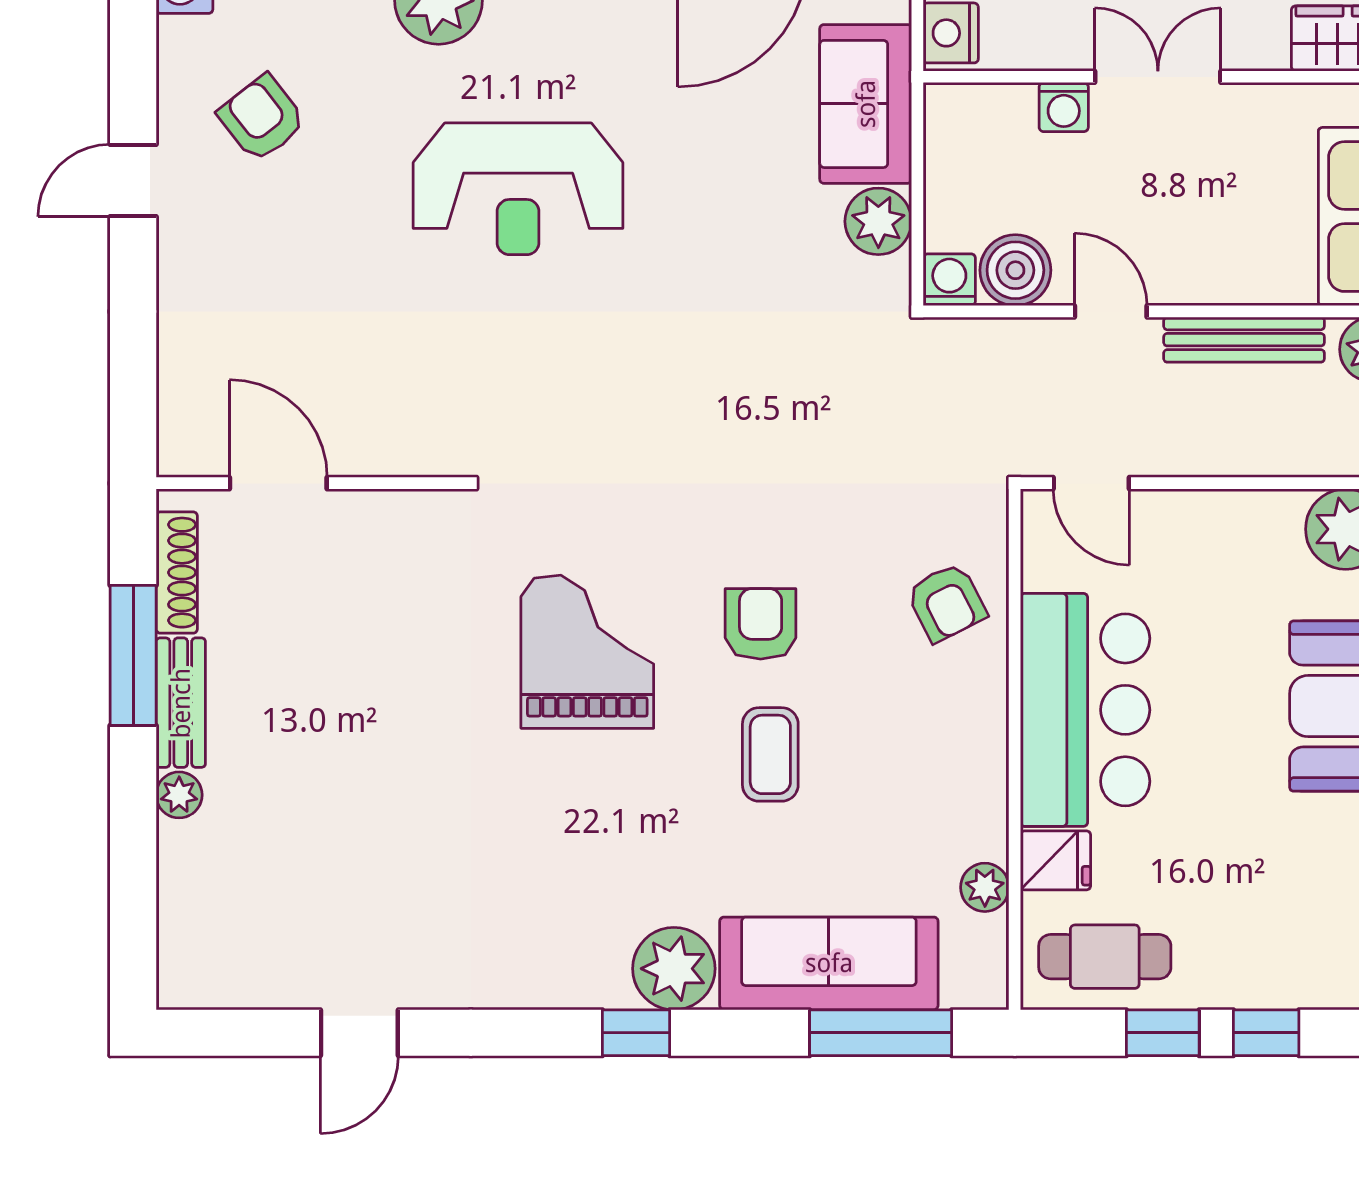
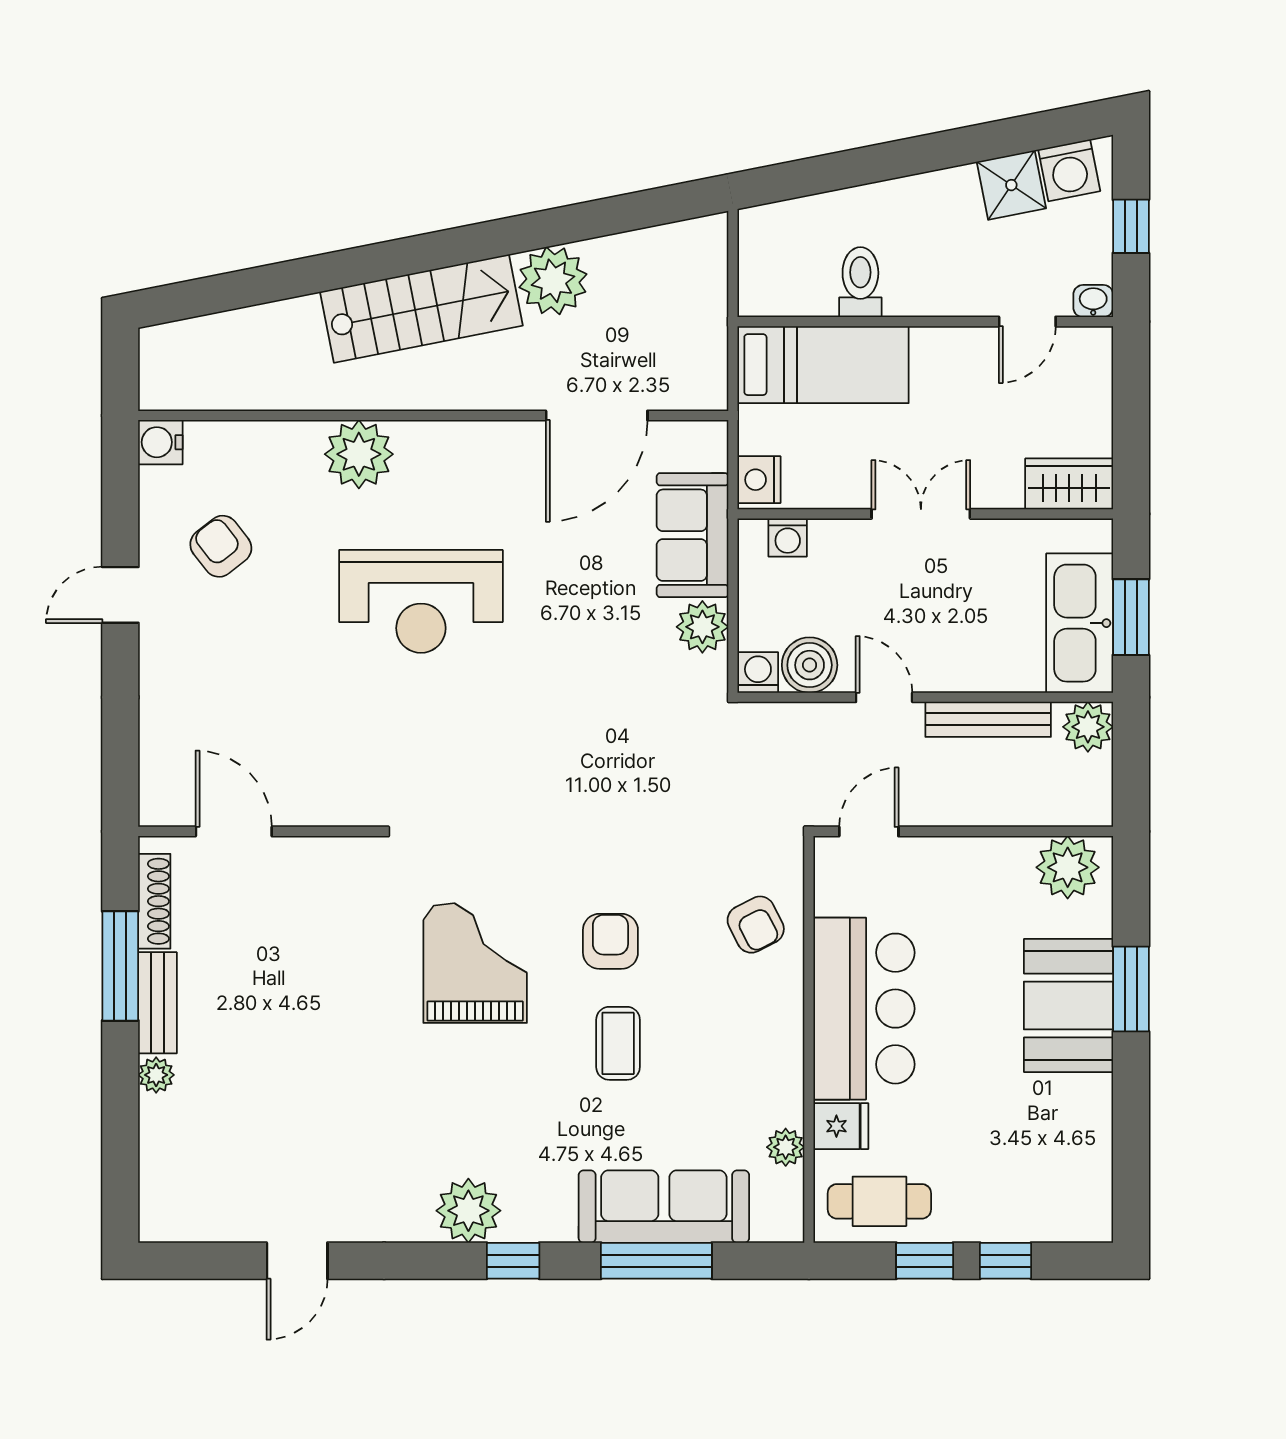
washing machine: (1064, 107) -> (788, 538), moved
door: (1091, 483) -> (869, 831), swing flipped
plant: (674, 969) -> (468, 1211), moved
window: (881, 1033) -> (656, 1261), moved

